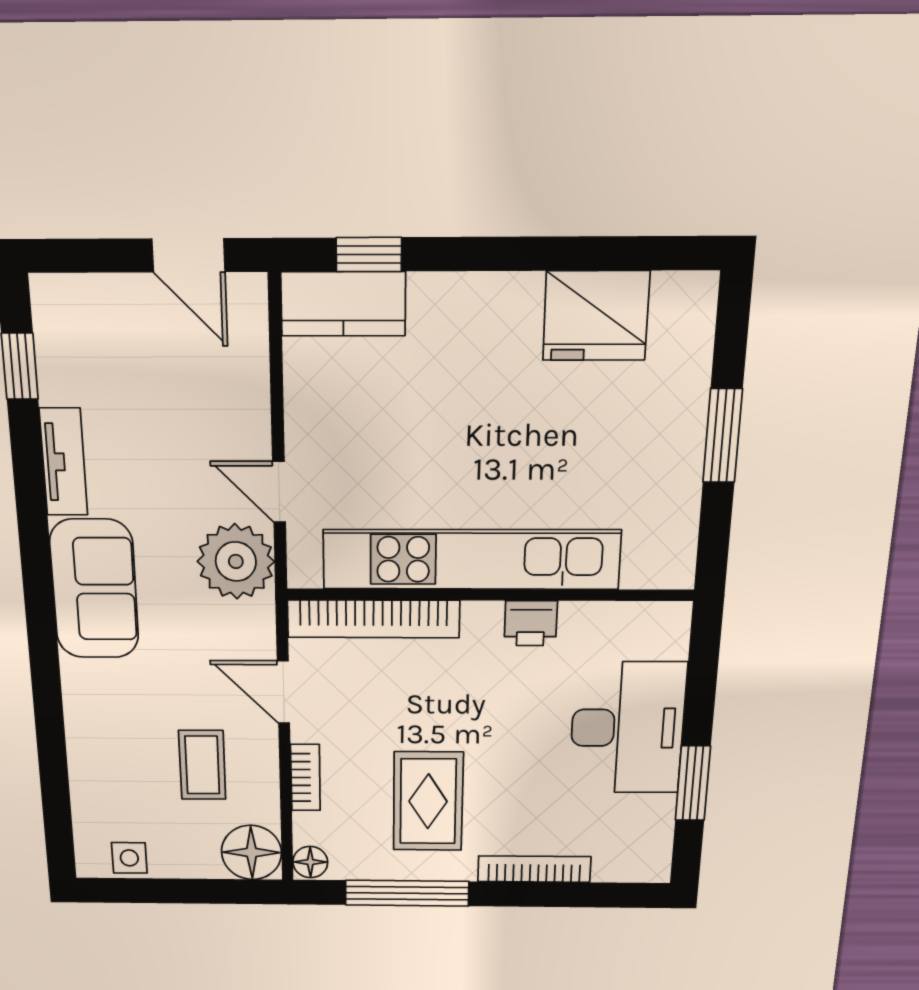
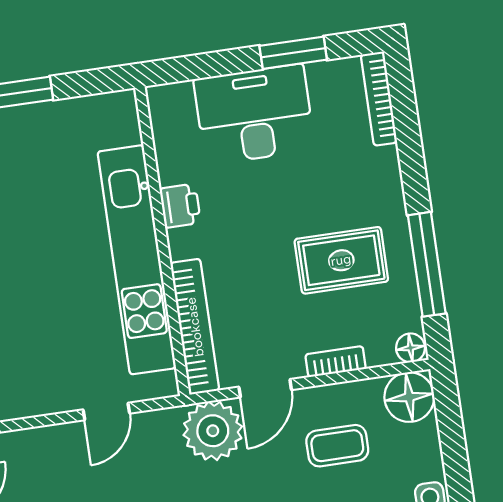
plant: (236, 561) -> (213, 431), moved
bookcase: (534, 869) -> (379, 99), moved

